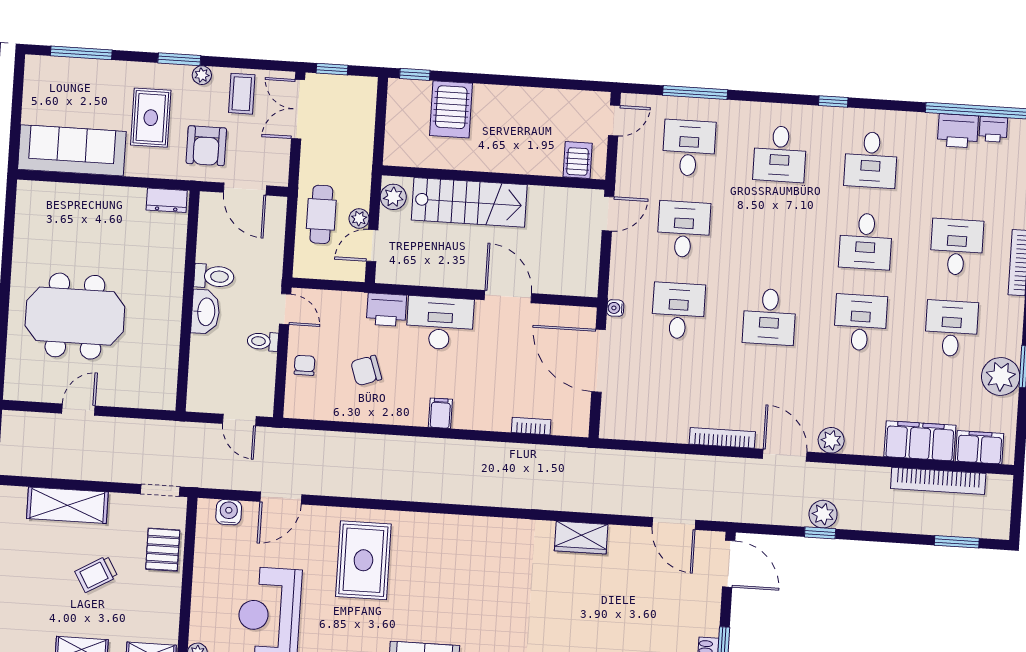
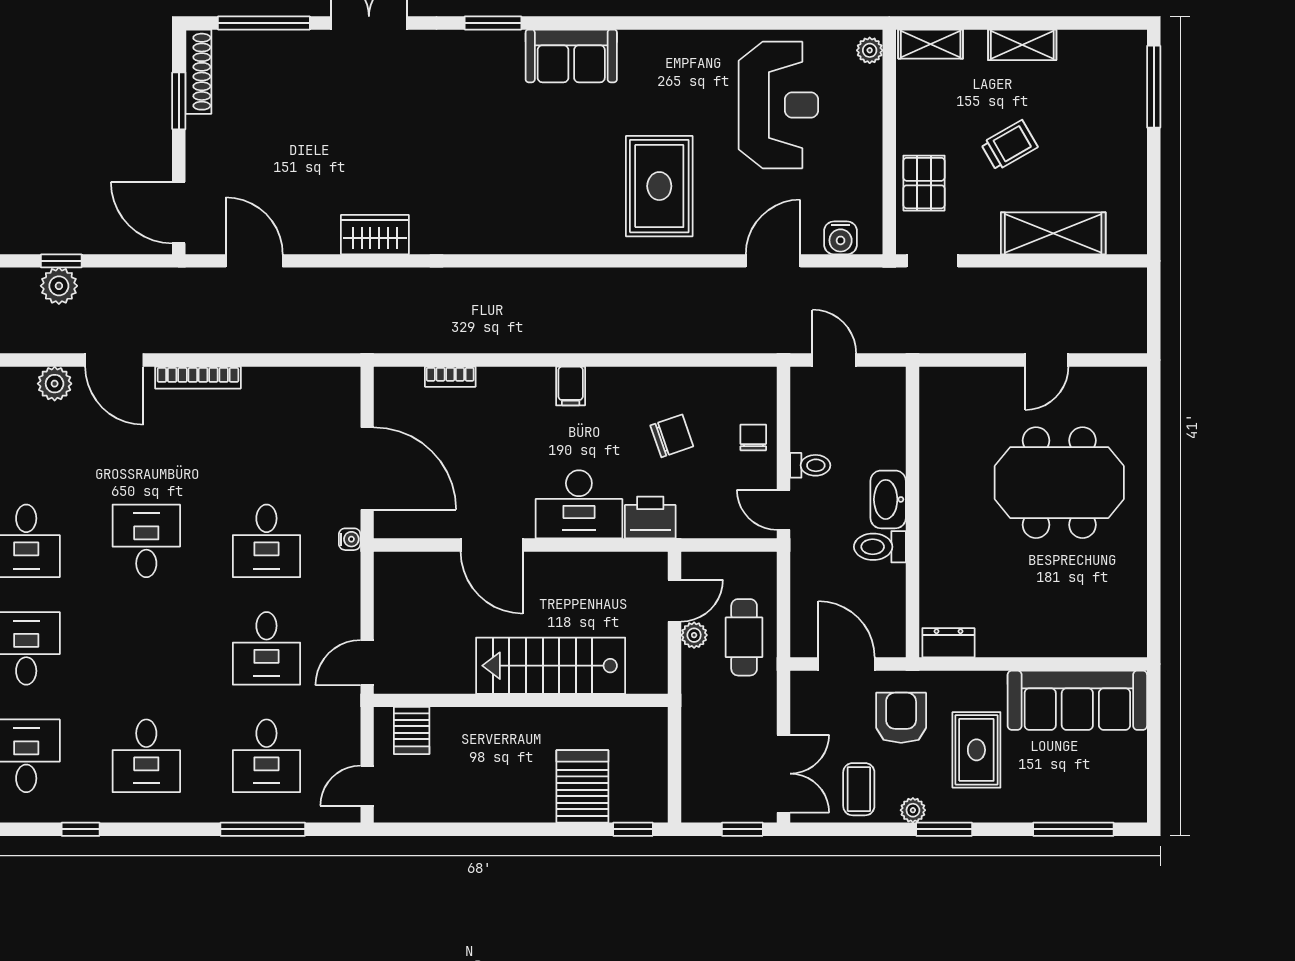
desk: (780, 154) -> (146, 756), turned 180
plant: (393, 197) -> (651, 666), removed
chair: (305, 365) -> (753, 437), turned 180

